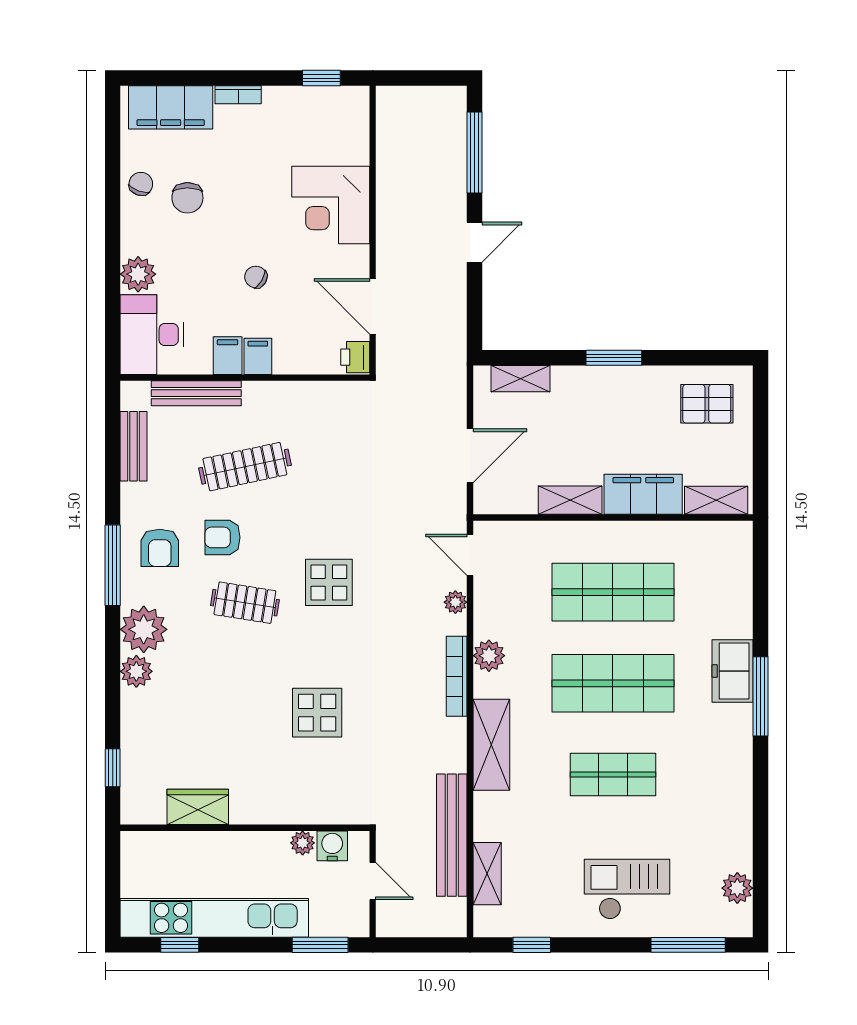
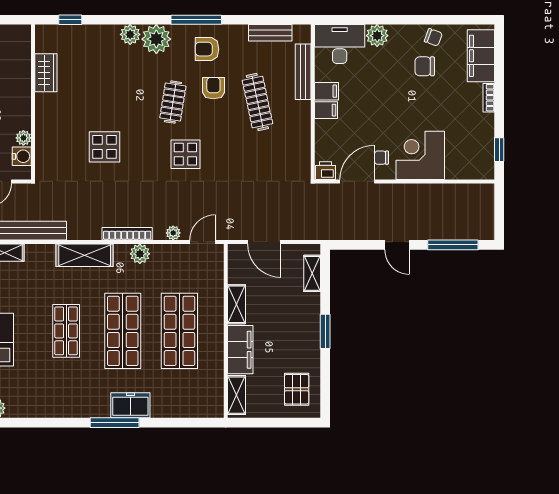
chair: (256, 277) -> (381, 158), moved, turned -121

